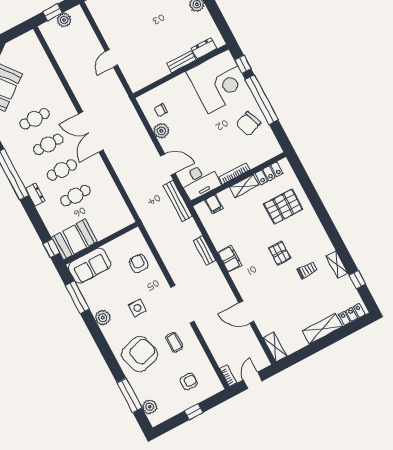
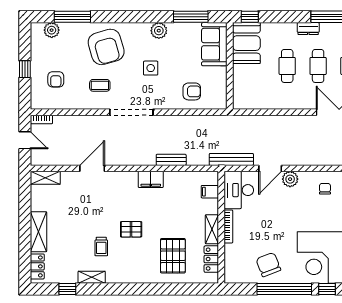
plant: (161, 131) -> (290, 179), moved

